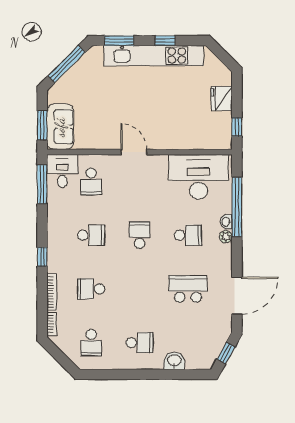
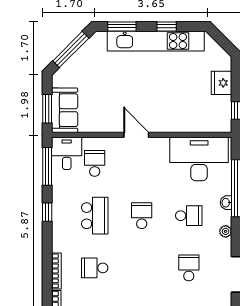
school desk: (91, 181) -> (95, 163), turned 180
school desk: (91, 235) -> (95, 216), width x1.85
plant: (226, 237) -> (226, 231), moved
window: (42, 257) -> (47, 212), moved
school desk: (188, 289) -> (189, 268), width x0.54

